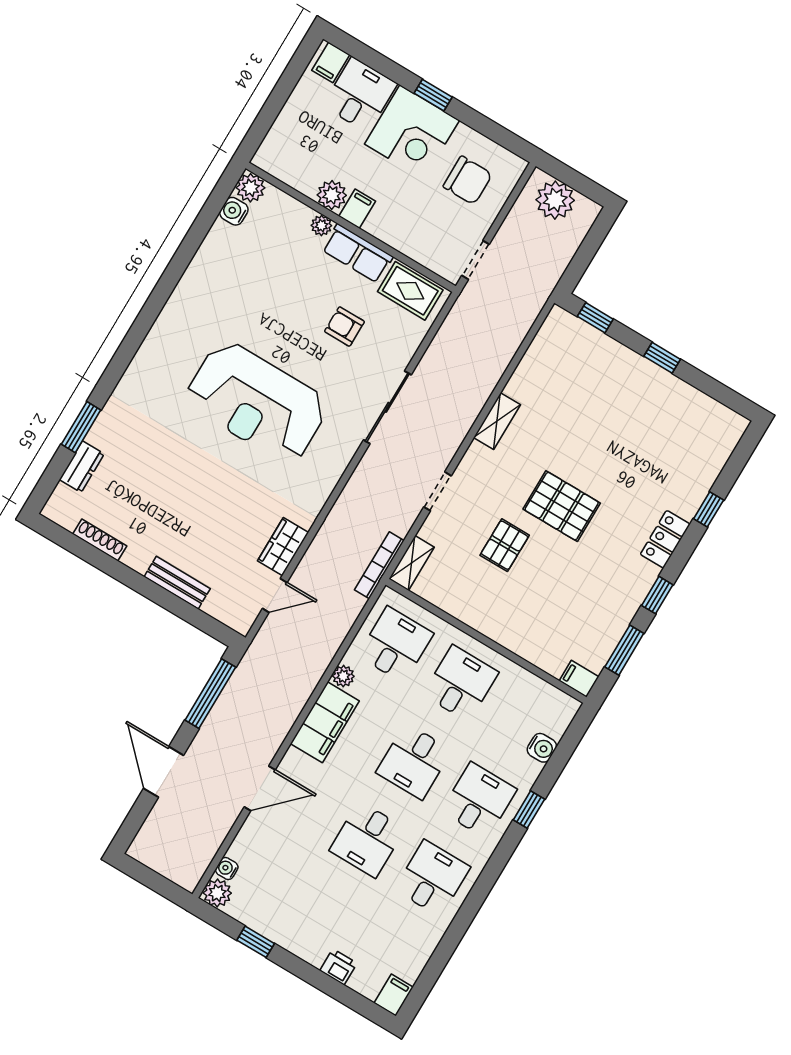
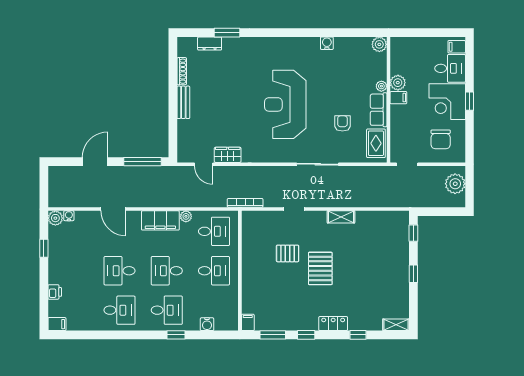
water cooler: (234, 211) -> (327, 43), moved
shelving: (412, 563) -> (396, 325), moved
bench: (177, 583) -> (183, 102), moved

